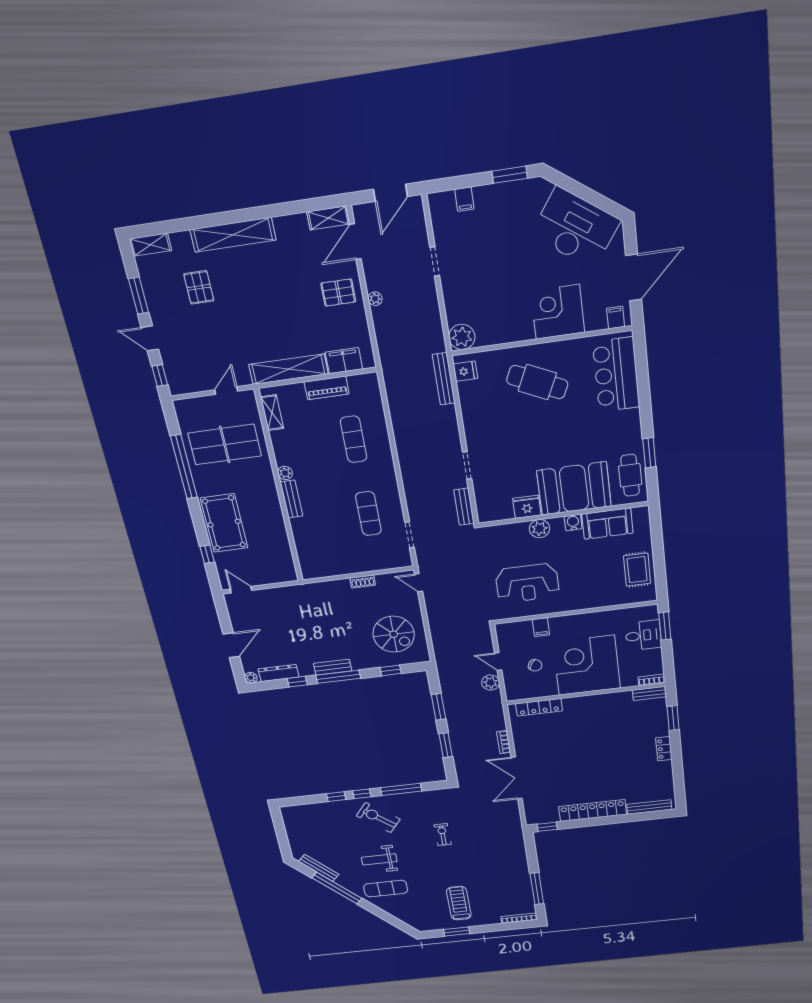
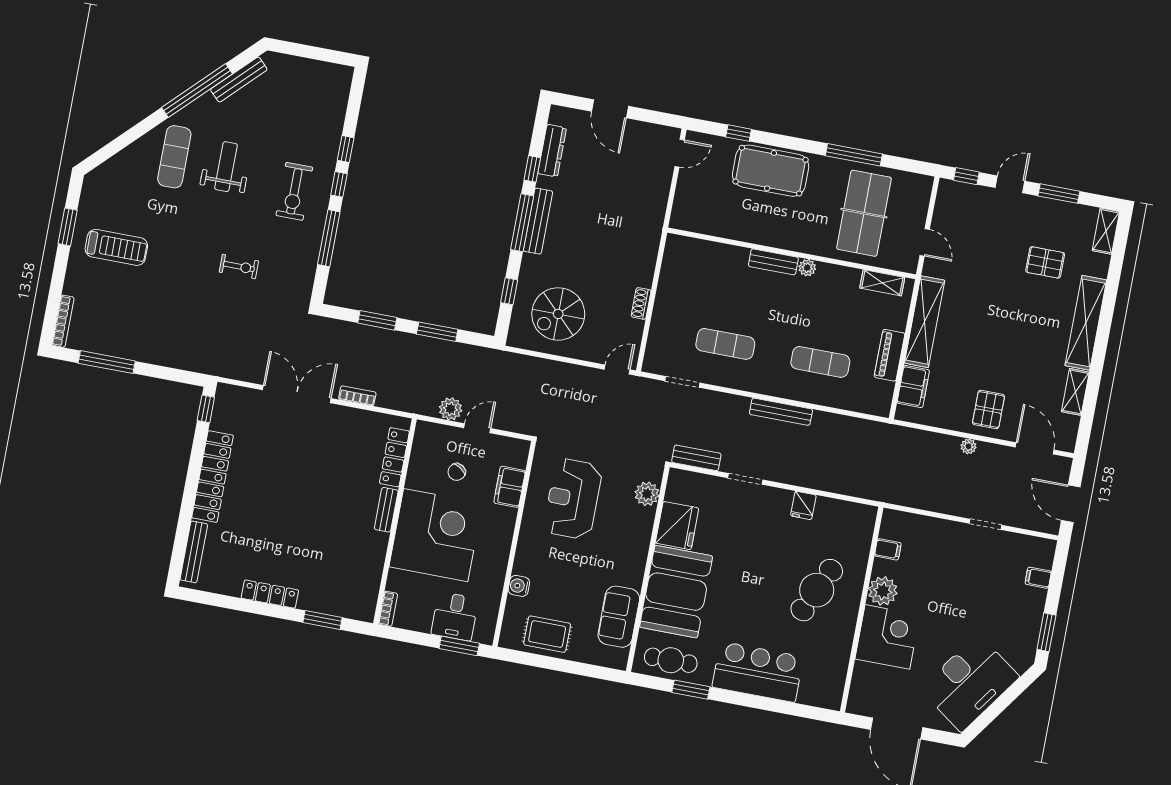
shelving: (328, 218) -> (1075, 392), moved
filing cabinet: (616, 318) -> (888, 549), moved
plant: (462, 337) -> (883, 591), moved
fridge: (465, 371) -> (803, 505), moved
bar counter: (616, 375) -> (758, 672), moved
bench: (444, 379) -> (781, 412), moved
window: (184, 467) -> (854, 155), width x0.68
fridge: (527, 507) -> (677, 526), width x1.36, depth x1.34
water cooler: (573, 523) -> (519, 586), moved, turned 180
plant: (539, 529) -> (647, 494), moved
filing cabinet: (541, 627) -> (510, 487), width x2.00
bench: (333, 667) -> (538, 221), width x1.36
plant: (251, 678) -> (557, 113), removed
bench: (649, 693) -> (386, 510), moved
locker: (664, 749) -> (270, 594), width x1.53
exercise bike: (378, 818) -> (294, 191), turned 141

